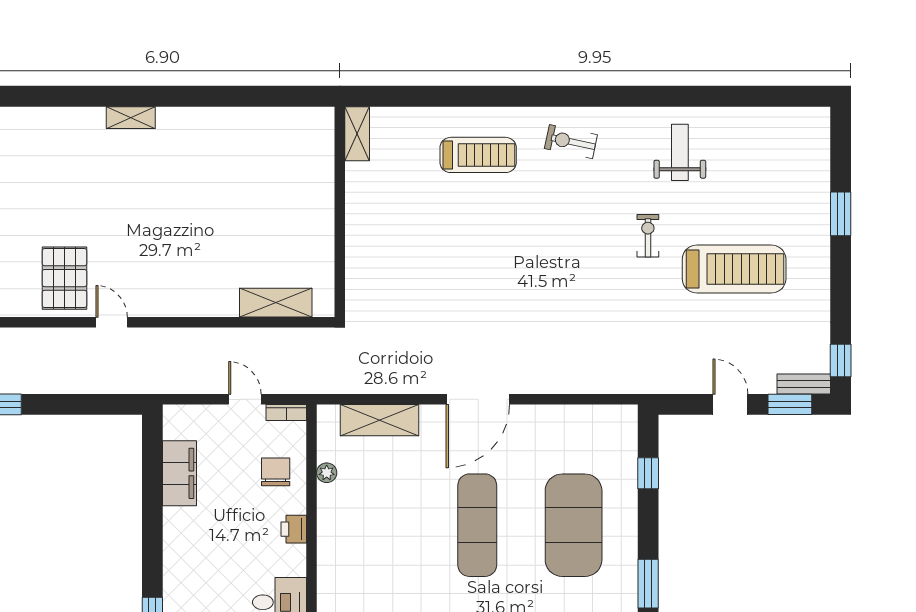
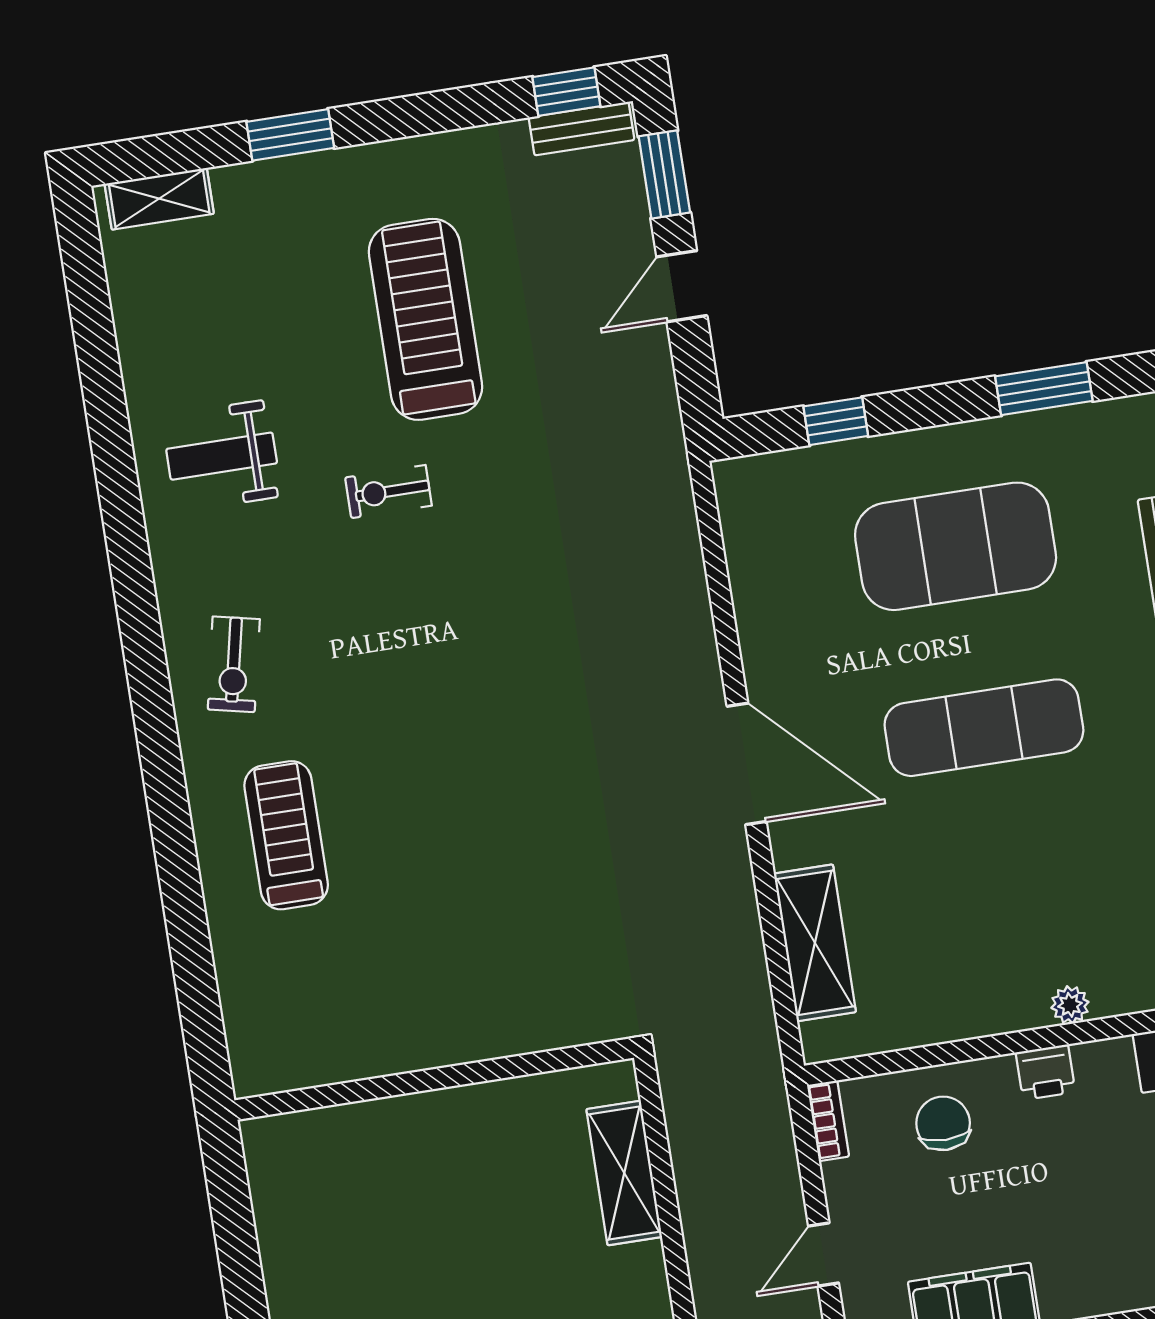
shelving: (357, 134) -> (159, 199), moved
bench: (804, 384) -> (582, 129), moved, turned 90
door: (245, 399) -> (824, 1254), moved
chair: (276, 472) -> (943, 1123), turned 90
plant: (327, 473) -> (1070, 1005), moved

